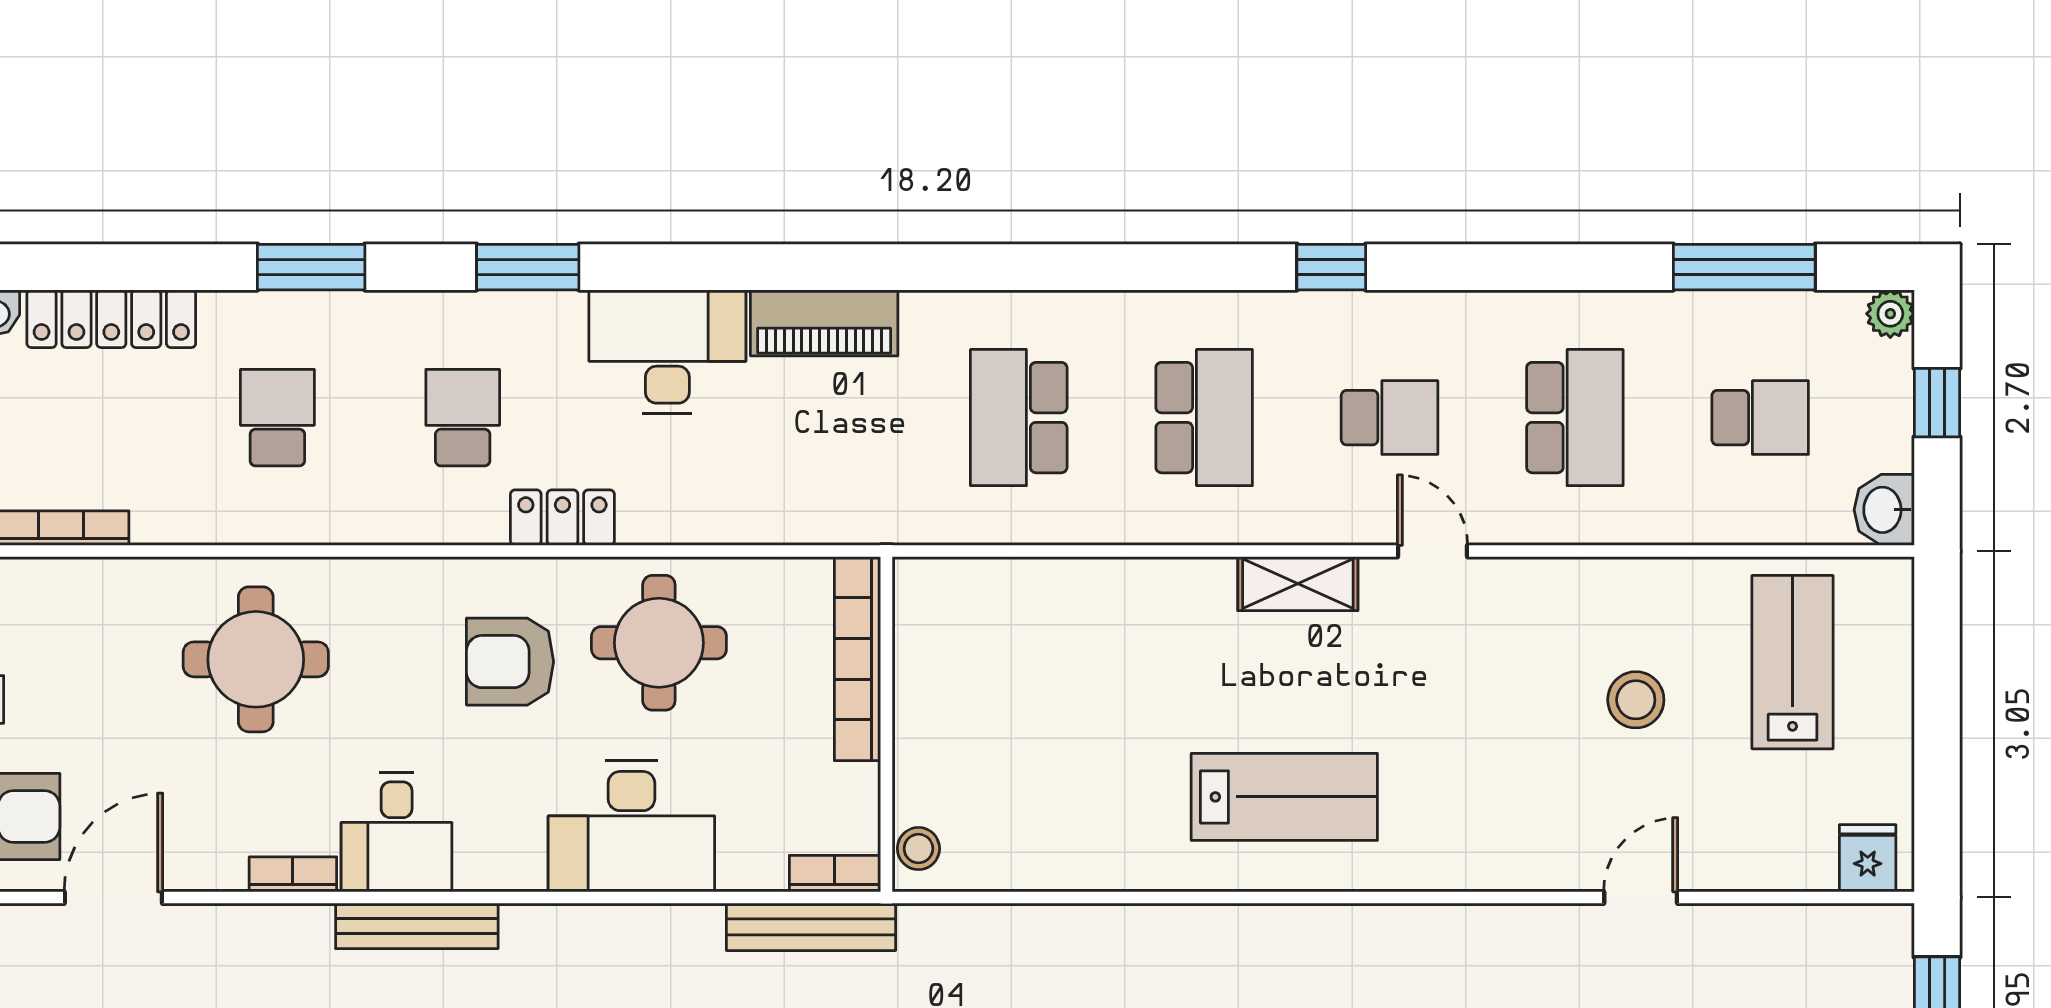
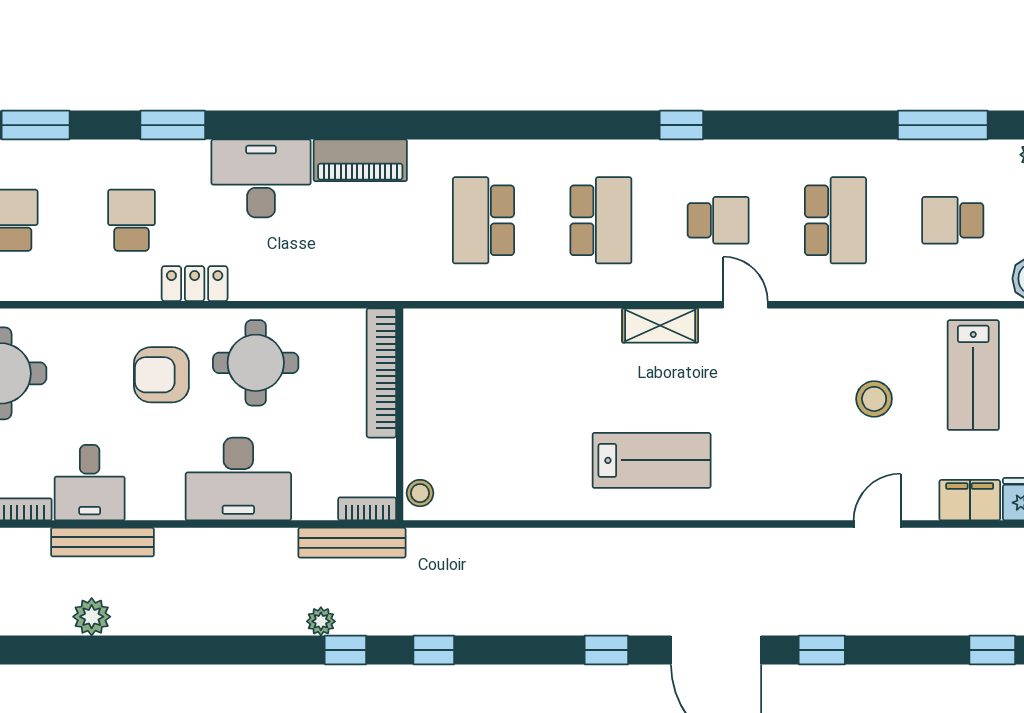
school desk: (1760, 418) -> (953, 220), turned 180
lab bench: (1793, 662) -> (973, 375), turned 180
filing cabinet: (1787, 860) -> (970, 500), added

